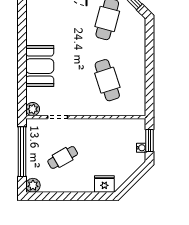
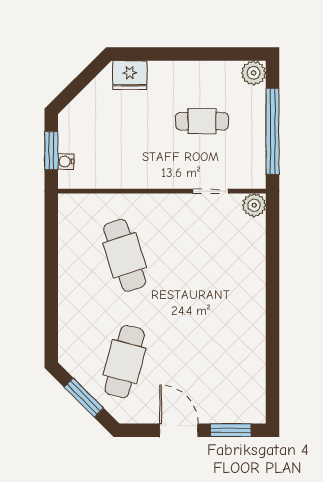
booth: (40, 66) -> (242, 280), removed
water cooler: (141, 148) -> (66, 162), moved
cafe table: (63, 157) -> (202, 121), turned 30

